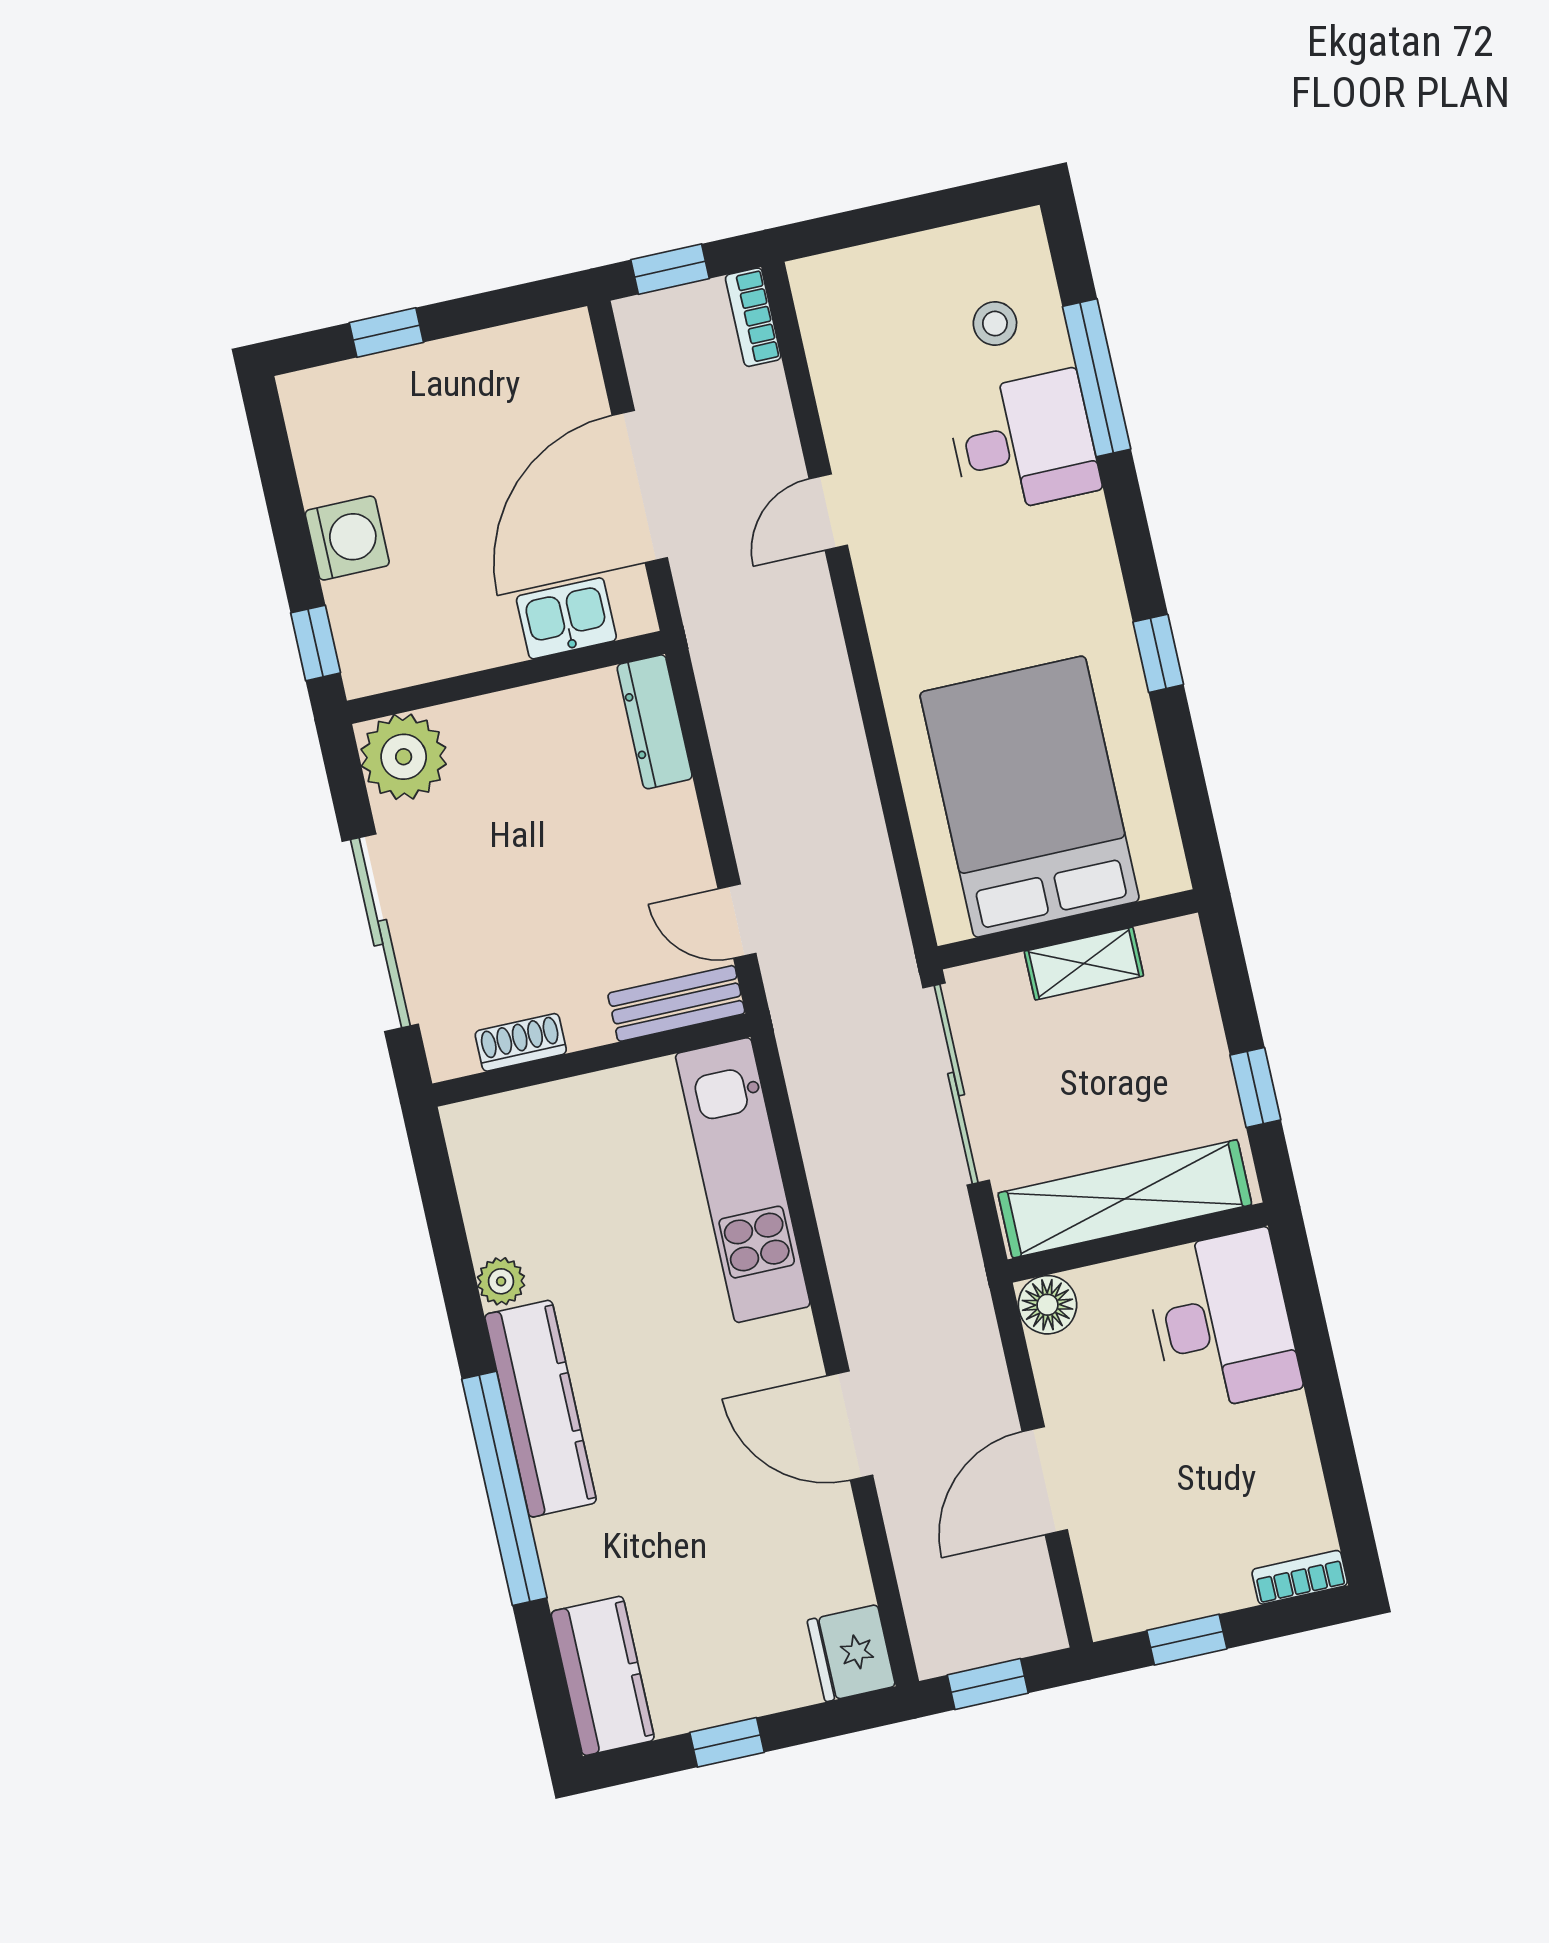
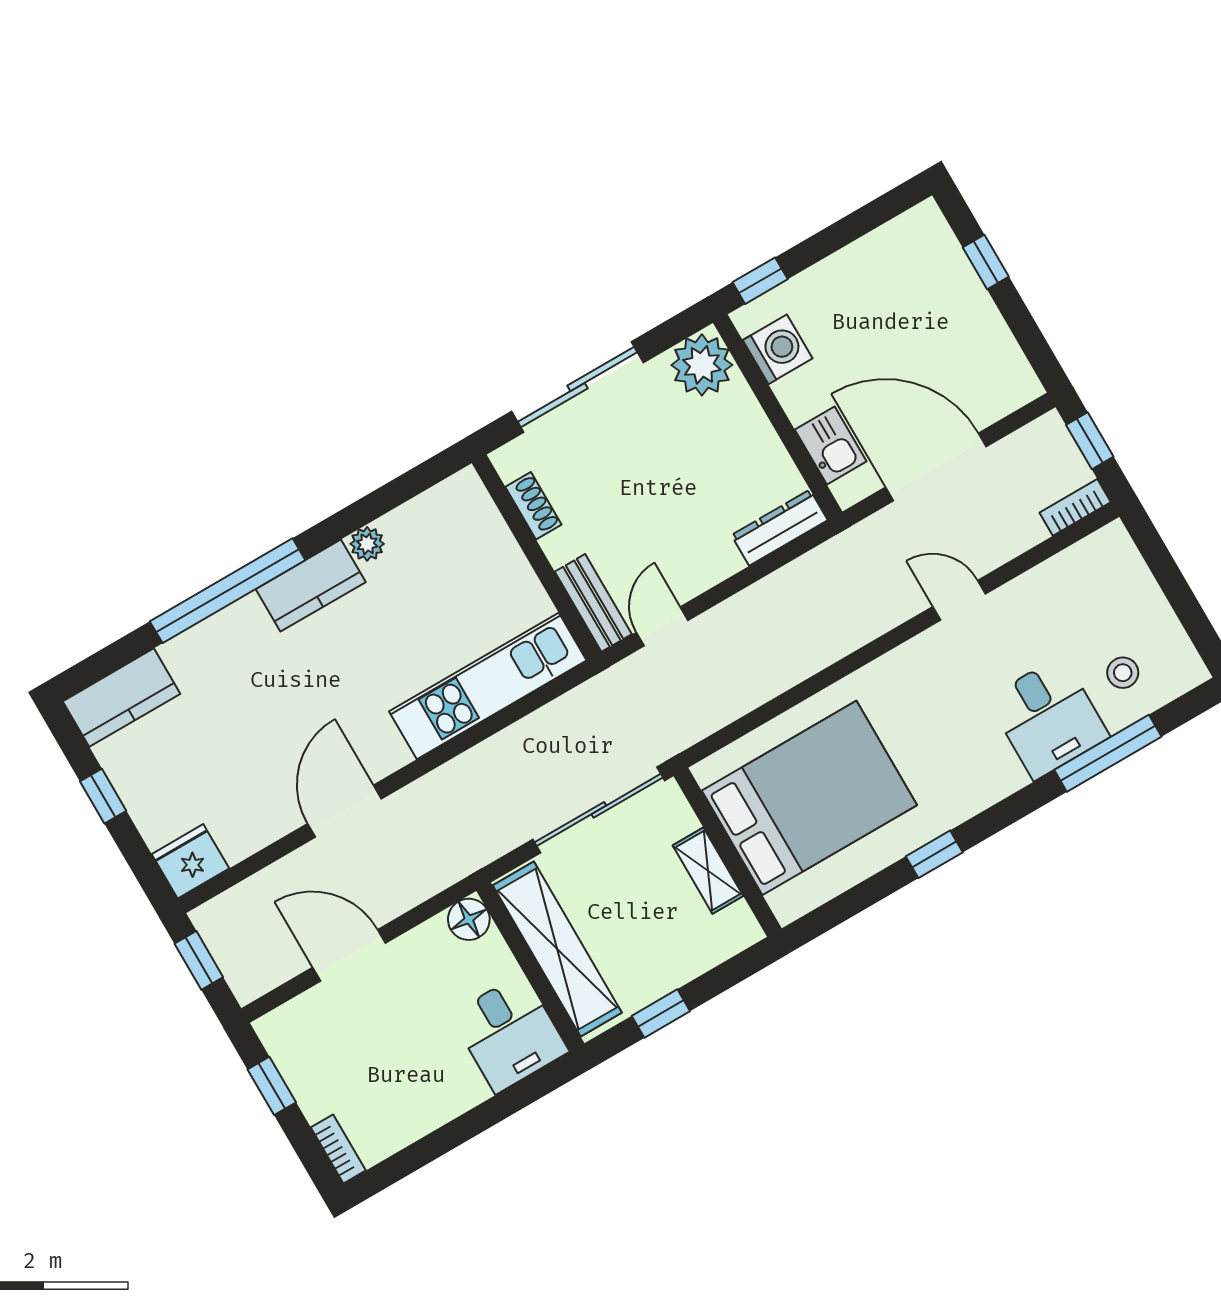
washing machine: (347, 538) -> (778, 349), moved, turned -90
desk: (1222, 1321) -> (509, 1033), width x0.73
kitchen counter: (541, 1409) -> (311, 586), width x0.67

